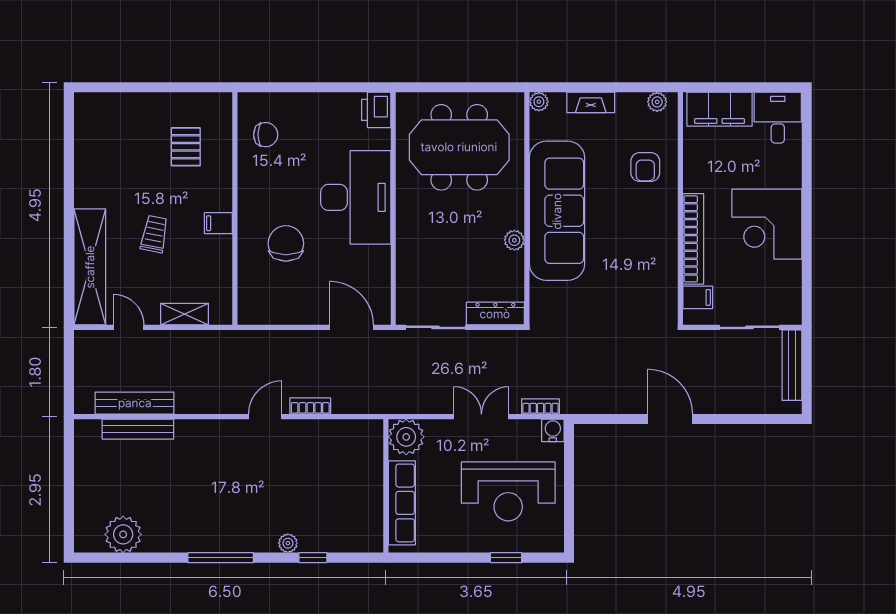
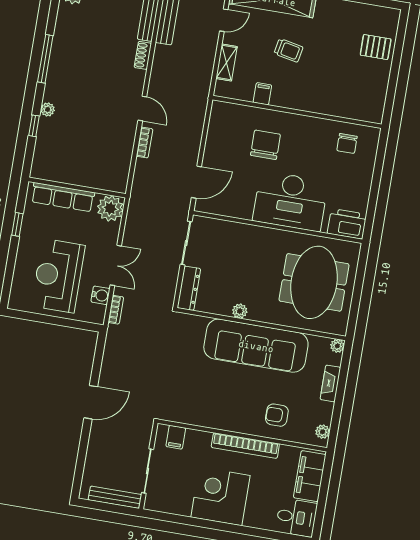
printer: (376, 110) -> (347, 224), width x1.37, depth x1.19
pallet: (186, 147) -> (376, 47), moved
filing cabinet: (218, 223) -> (262, 94), moved
bookcase: (693, 239) -> (245, 446), moved
chair: (286, 243) -> (265, 145), turned -90
shoe rack: (194, 428) -> (143, 55), added
water cooler: (553, 430) -> (100, 295), moved
window: (506, 558) -> (17, 224), moved

